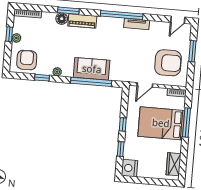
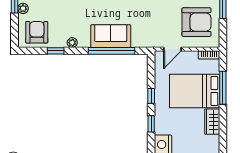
wardrobe: (173, 164) -> (212, 122), moved

